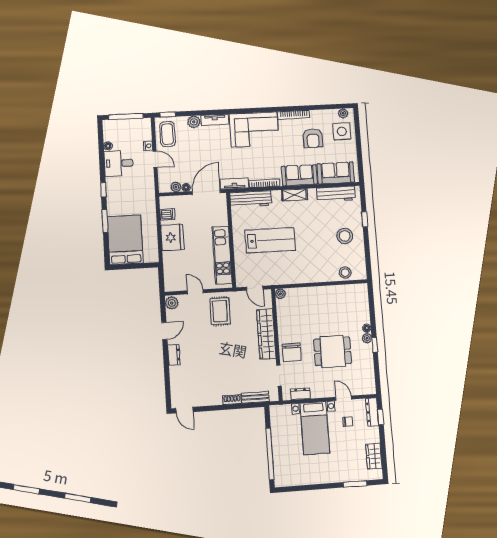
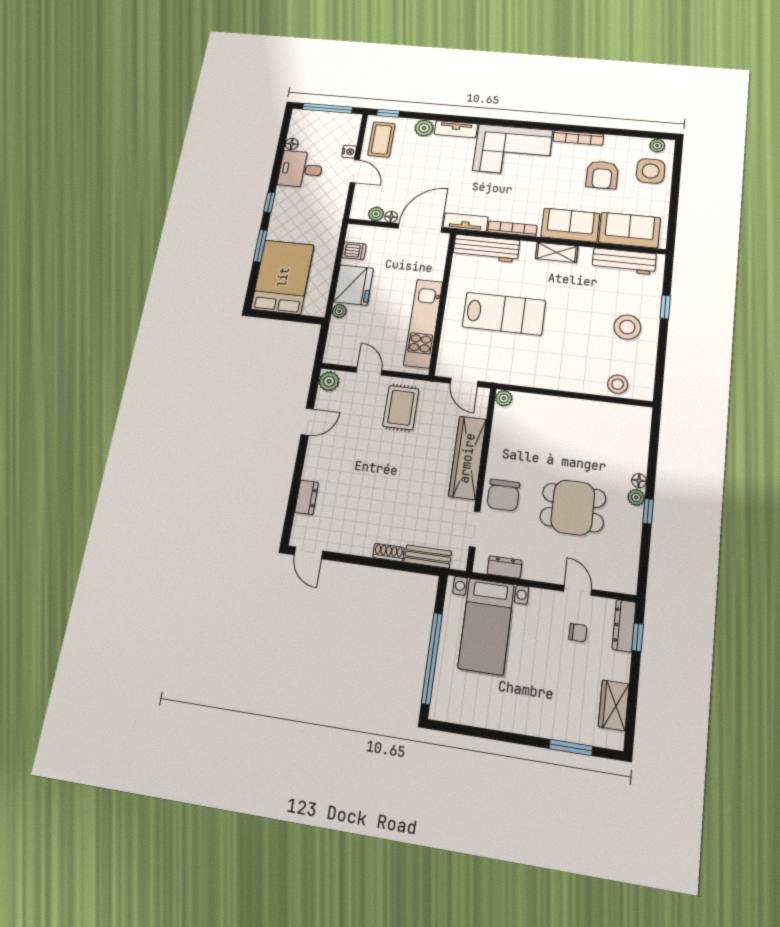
plant: (167, 256) -> (339, 311), added
dresser: (174, 355) -> (307, 497), moved
bed with nightstands: (315, 428) -> (486, 626), moved

